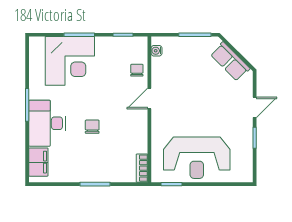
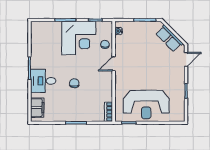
corner desk: (70, 61) -> (79, 38), moved
door: (255, 107) -> (186, 59), moved
desk: (47, 123) -> (43, 81), width x0.73

